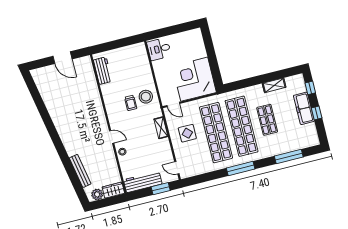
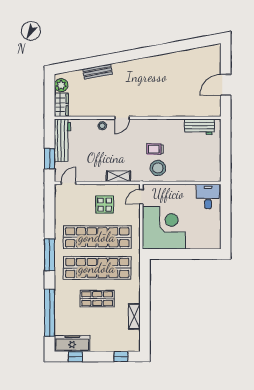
freezer: (304, 108) -> (72, 344), moved
window: (317, 113) -> (75, 357), moved
window: (289, 156) -> (50, 313), width x1.46
bench: (80, 171) -> (98, 72), width x0.73

